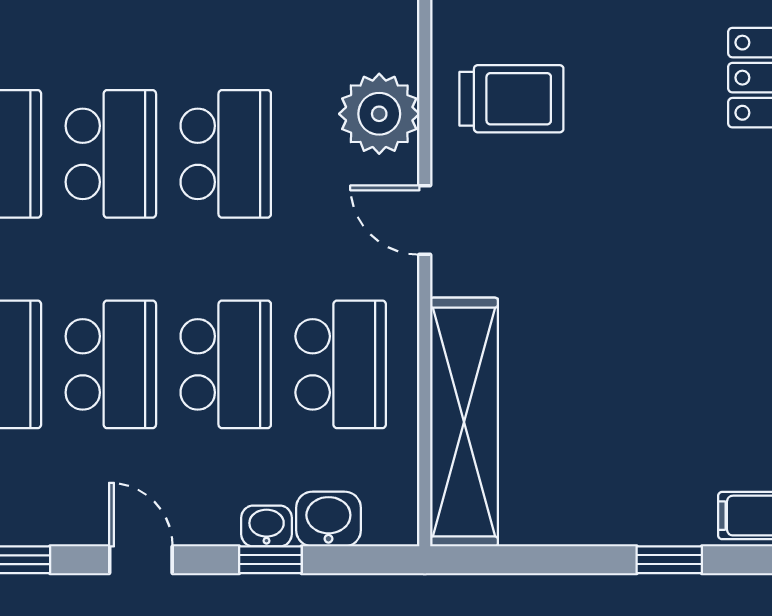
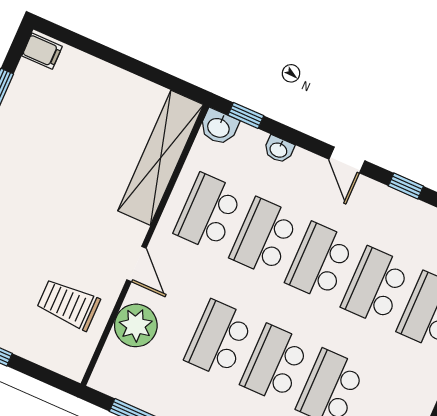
washbasin: (328, 519) -> (219, 127), moved
window: (270, 560) -> (246, 115), moved
window: (669, 560) -> (90, 47), removed

